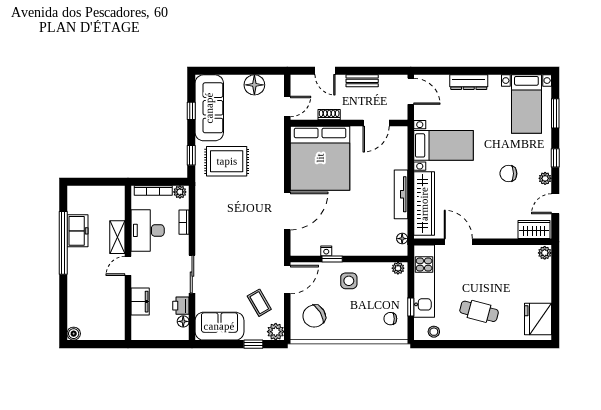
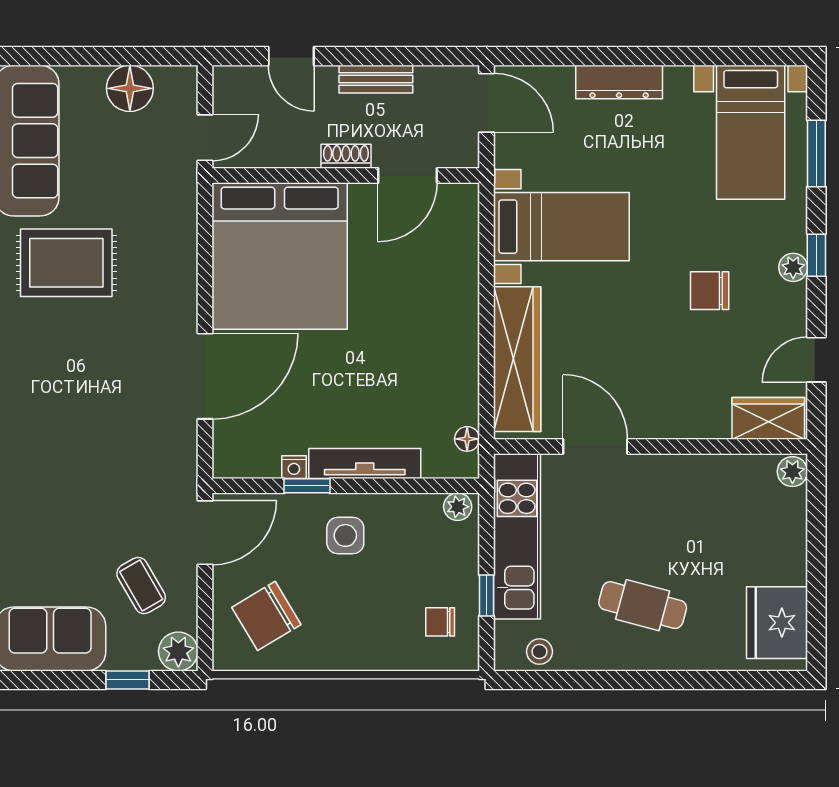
shoe rack: (329, 115) -> (346, 156), moved
plant: (545, 178) -> (793, 267), moved
tv unit: (401, 194) -> (365, 463), moved, turned 90

